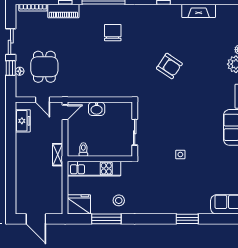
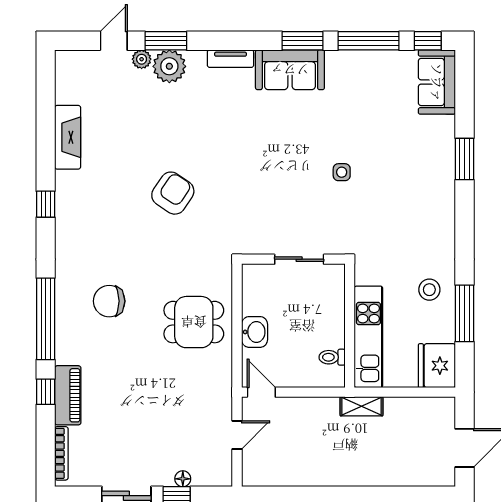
dining table: (44, 67) -> (194, 322), moved
freezer: (23, 121) -> (277, 473), removed
shelving: (58, 155) -> (361, 406), moved

